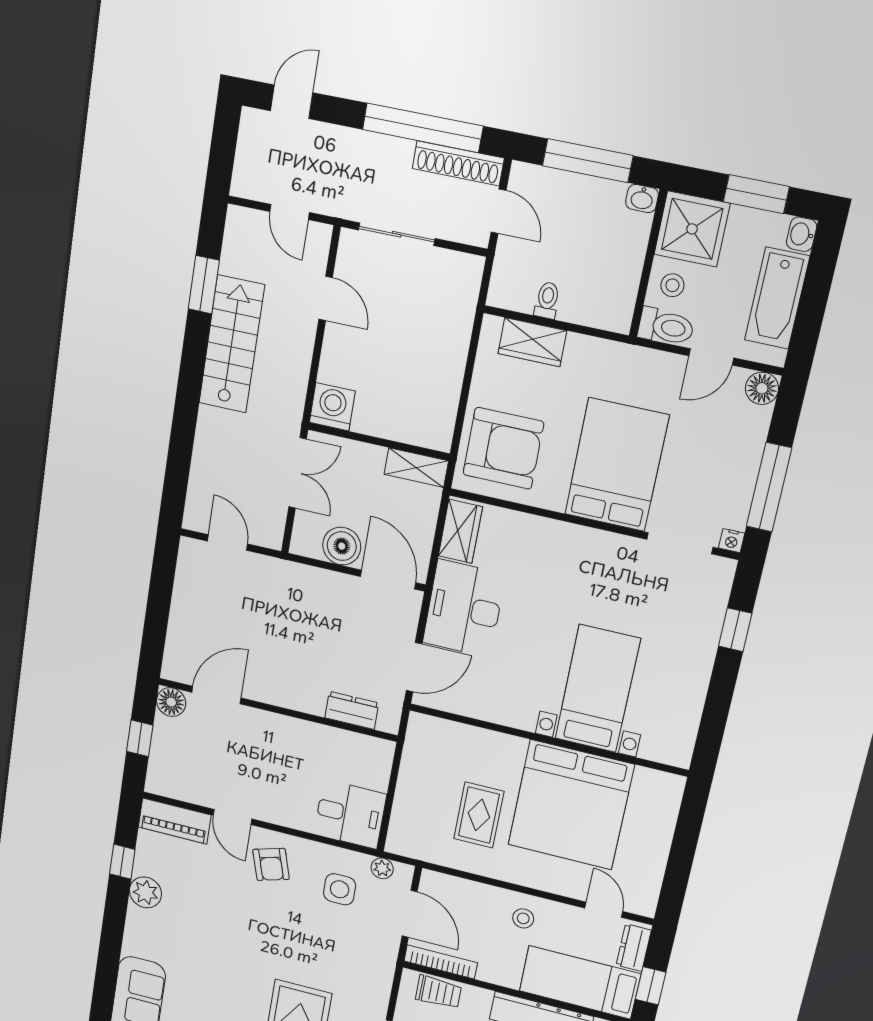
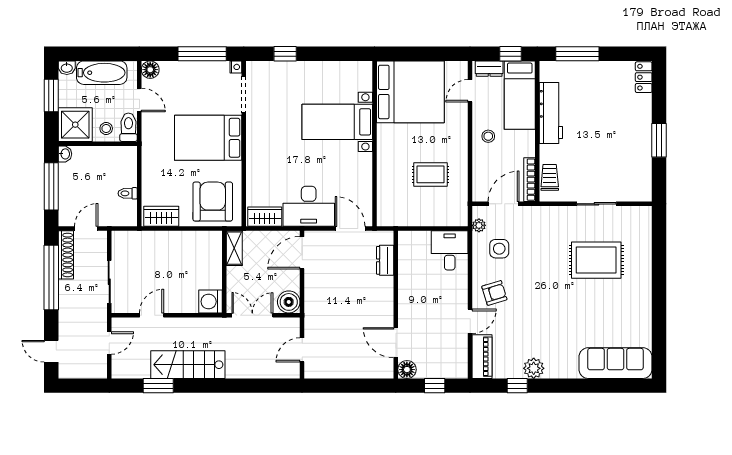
wardrobe: (532, 342) -> (161, 216), moved, turned -90
boiler: (342, 546) -> (289, 302), moved
bed: (571, 805) -> (410, 92), moved

